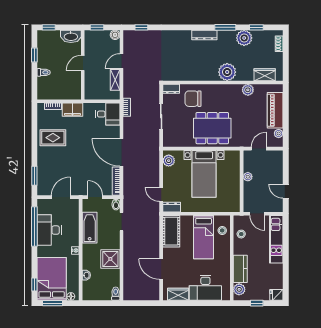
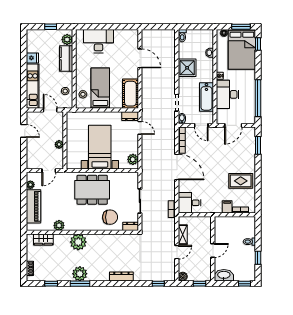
dresser: (204, 35) -> (121, 276), moved
plant: (244, 38) -> (80, 274), moved
filing cabinet: (72, 110) -> (227, 207), width x0.50
desk: (49, 230) -> (228, 94), moved, turned 180
wardrobe: (178, 294) -> (124, 35), removed
fridge: (276, 295) -> (32, 58), moved

